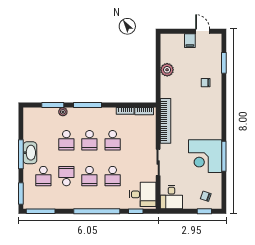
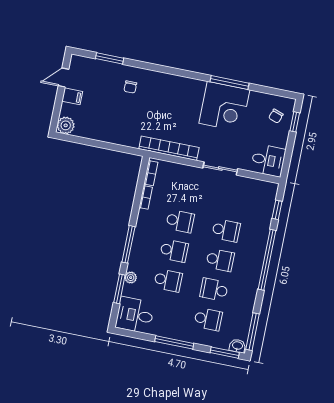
plant: (167, 70) -> (66, 125), moved
washbasin: (30, 153) -> (237, 346), moved, width x0.52, depth x0.69
desk: (143, 194) -> (135, 315), moved, turned -90

